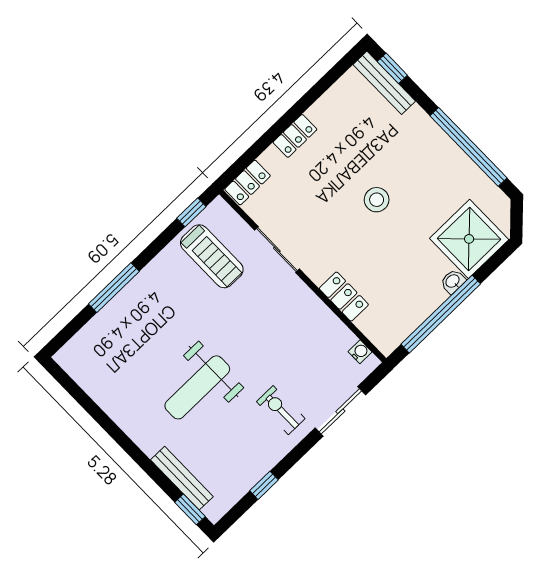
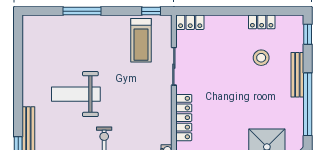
bench: (384, 83) -> (297, 75), moved
locker: (295, 136) -> (262, 22), moved
stool: (377, 200) -> (261, 58), moved
locker: (344, 297) -> (184, 118), width x1.53

